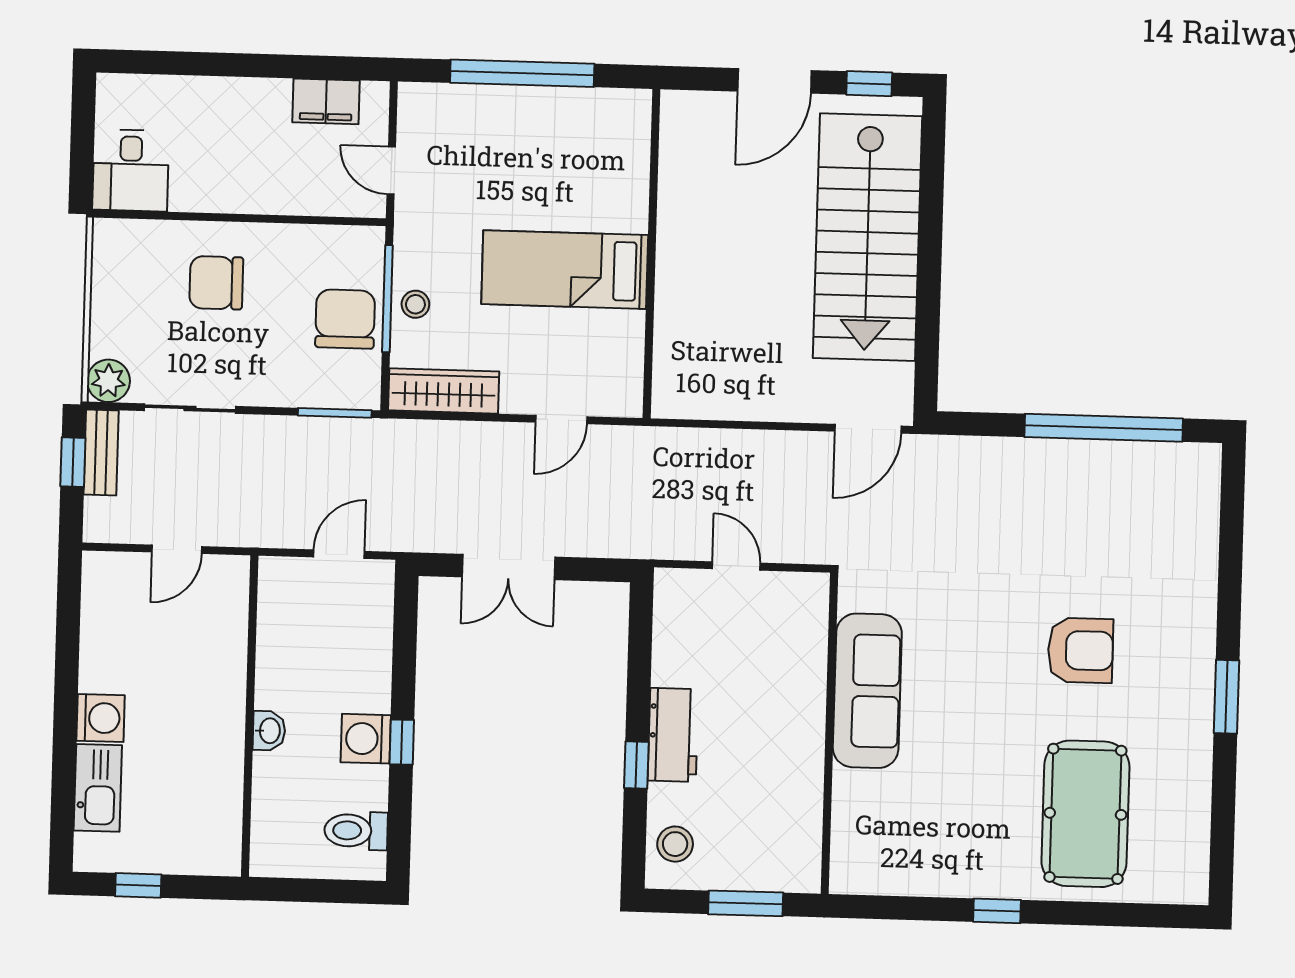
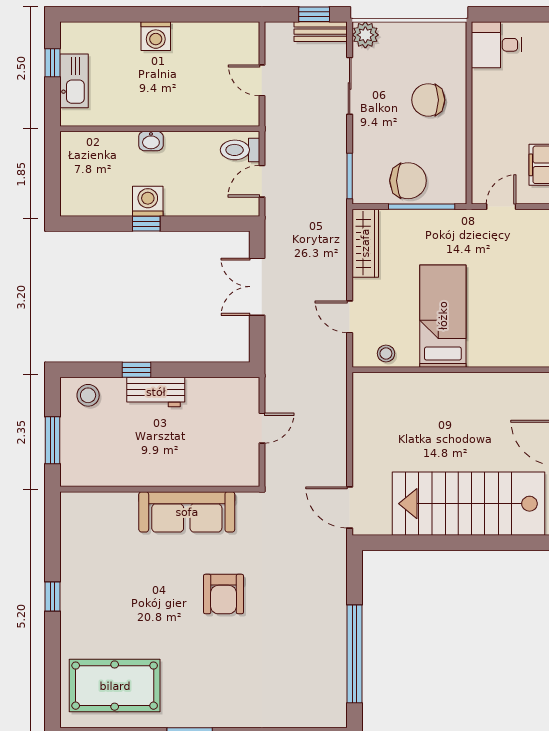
chair: (216, 283) -> (428, 100), turned -90
stool: (415, 304) -> (386, 353), moved
door: (339, 554) -> (262, 181), swing flipped
armchair: (1080, 650) -> (224, 594), moved
kitchen sink: (98, 788) -> (74, 81), moved, turned -90
pool table: (1085, 814) -> (115, 686), moved
toilet: (356, 831) -> (240, 150), moved, turned -90

